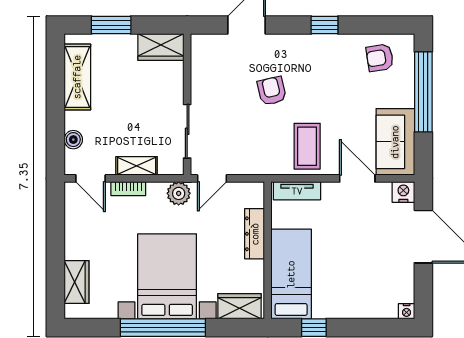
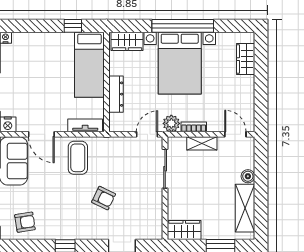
armchair: (272, 91) -> (104, 198), turned -51
boiler: (73, 140) -> (248, 176), moved
bookcase: (128, 189) -> (194, 127), moved

